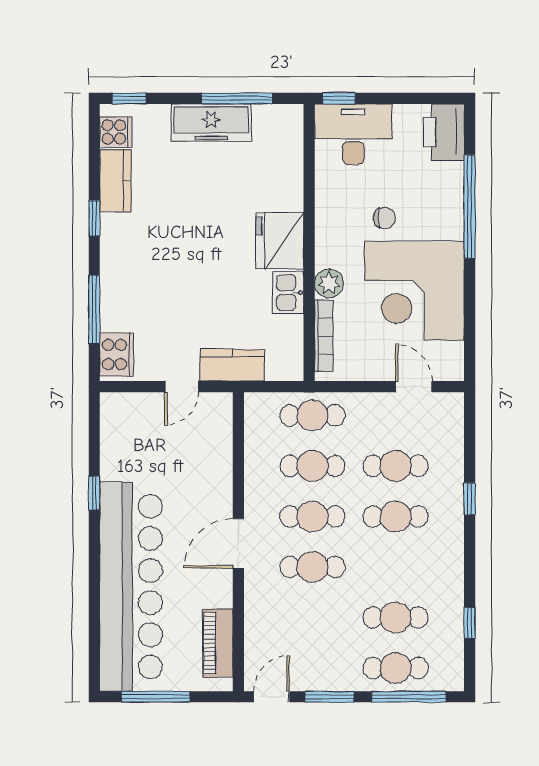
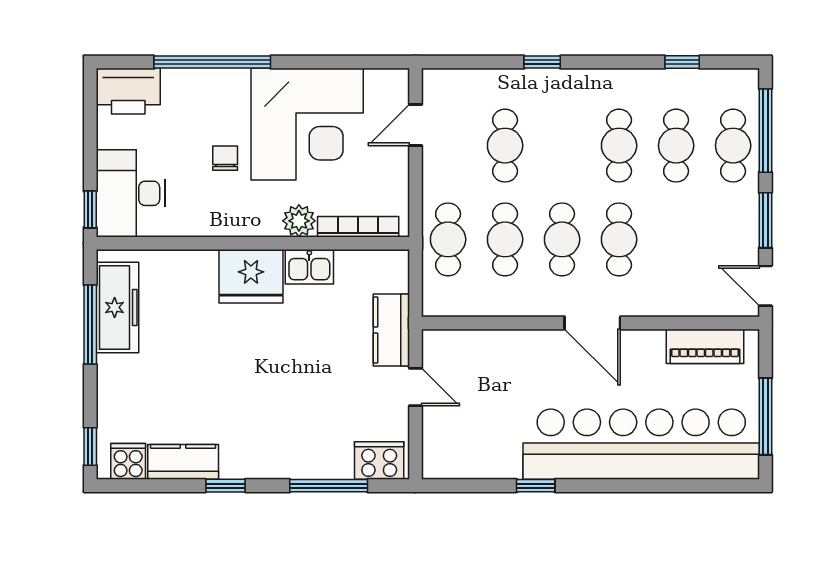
freezer: (211, 122) -> (117, 307), moved
cafe table: (396, 516) -> (619, 146), moved

